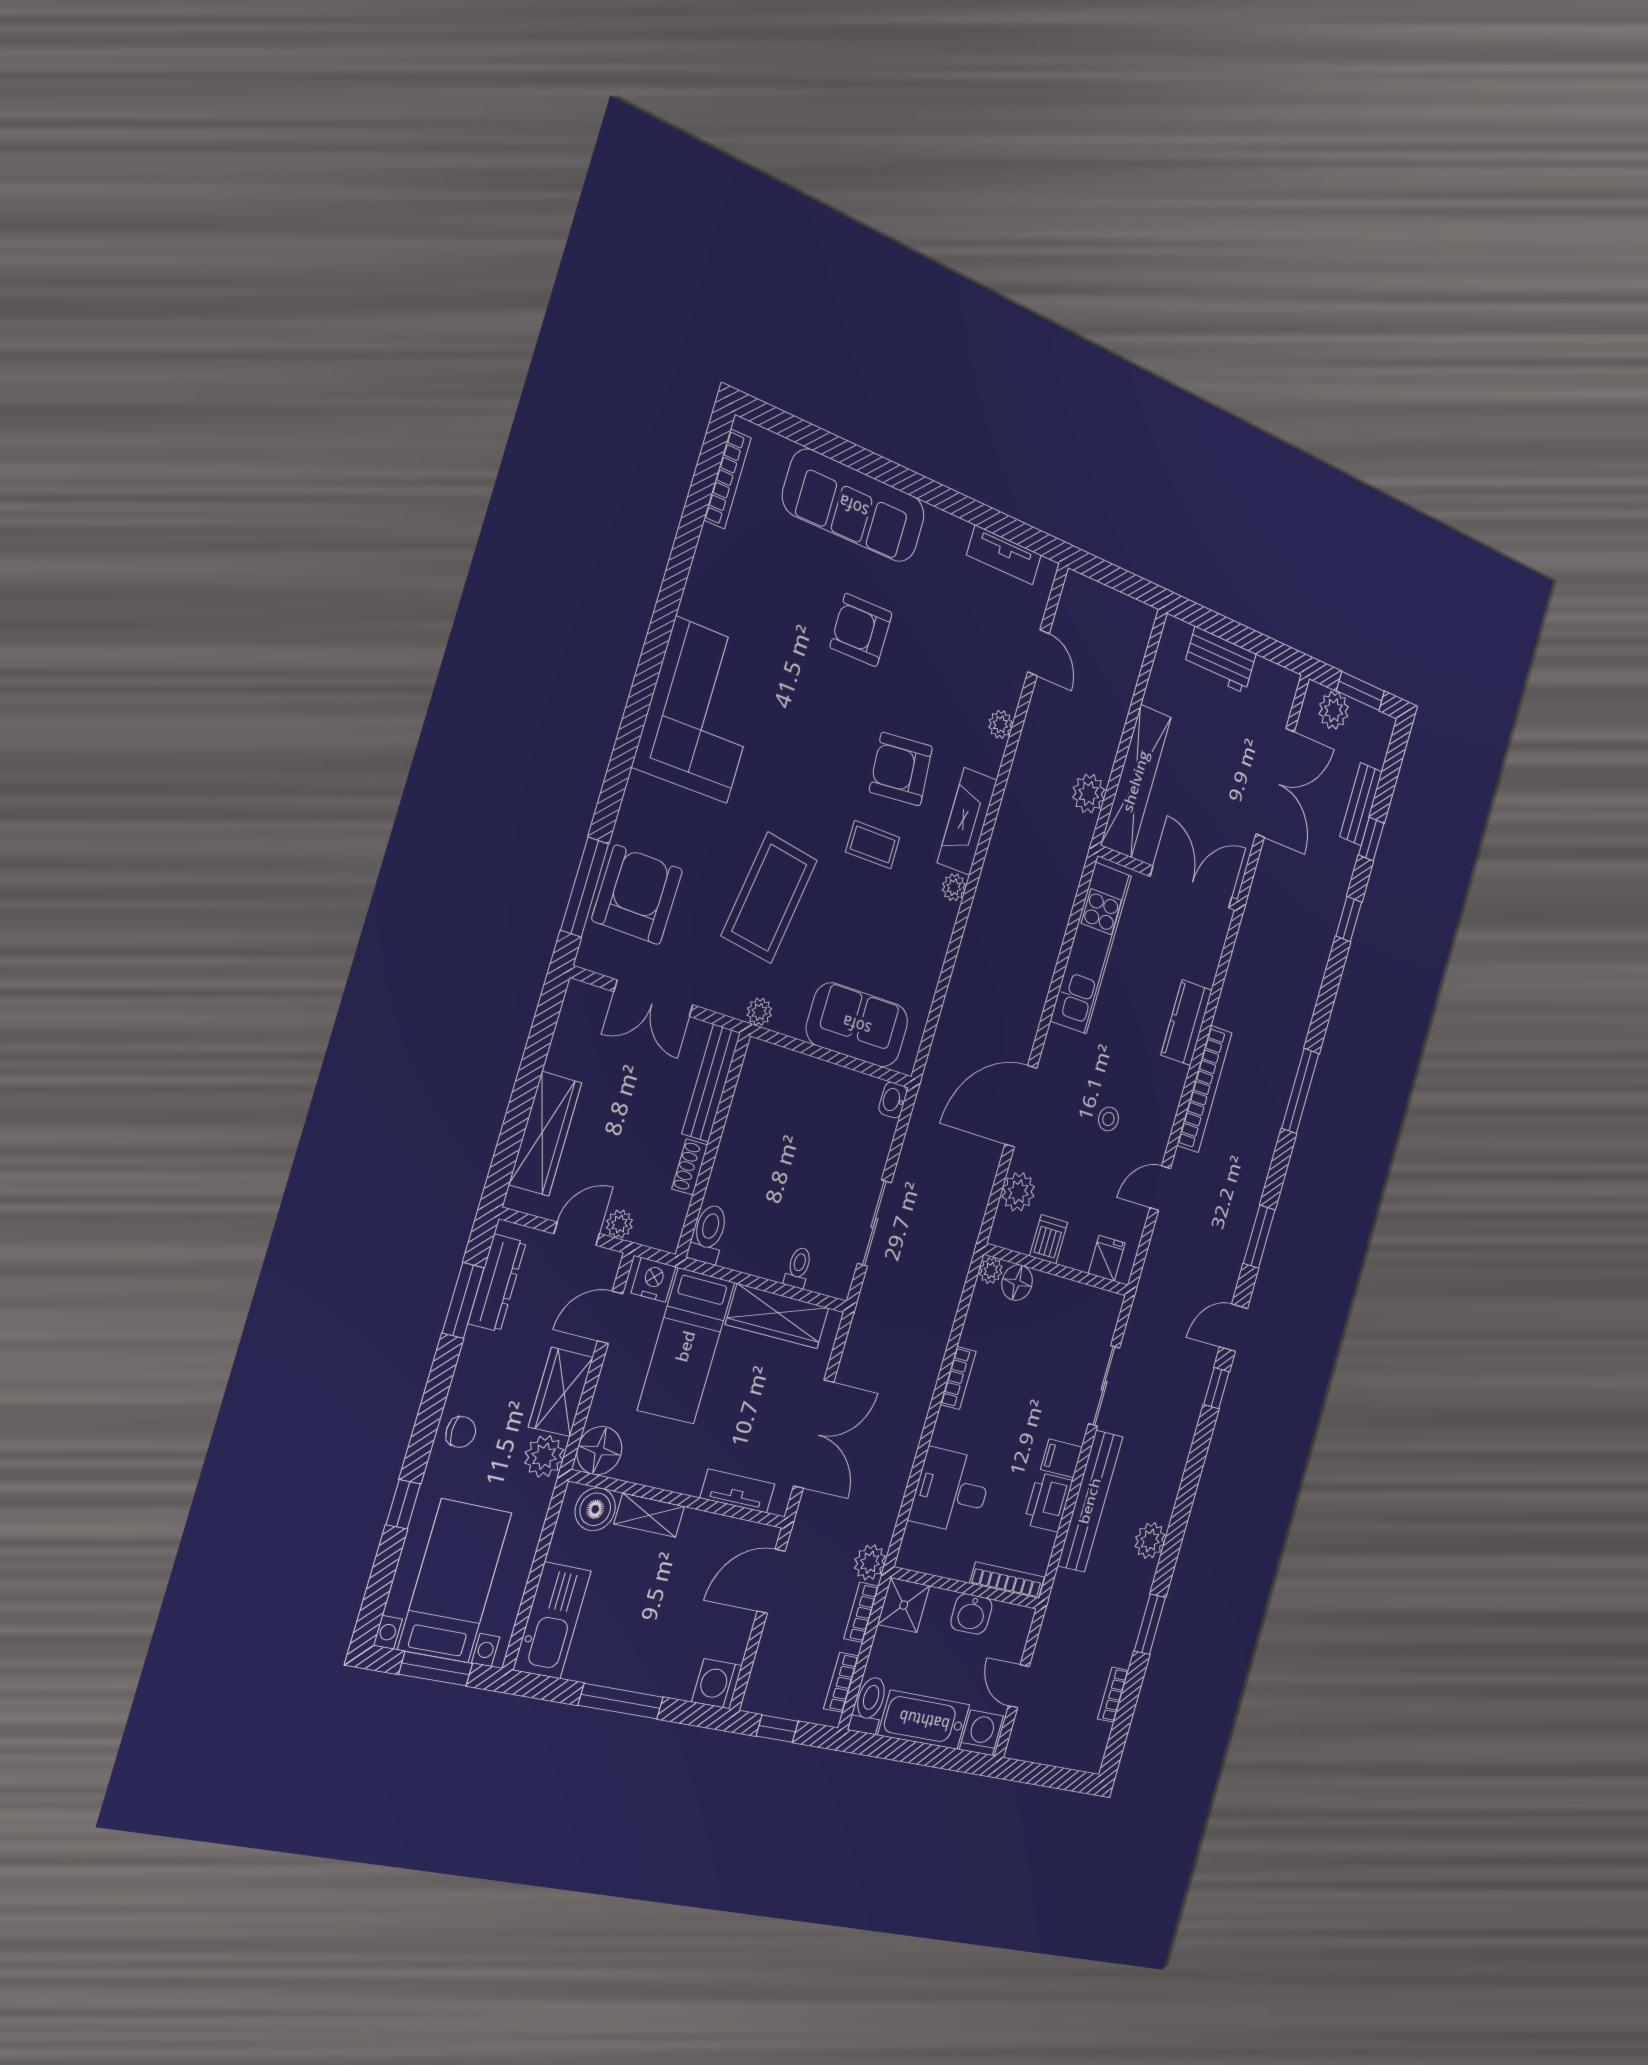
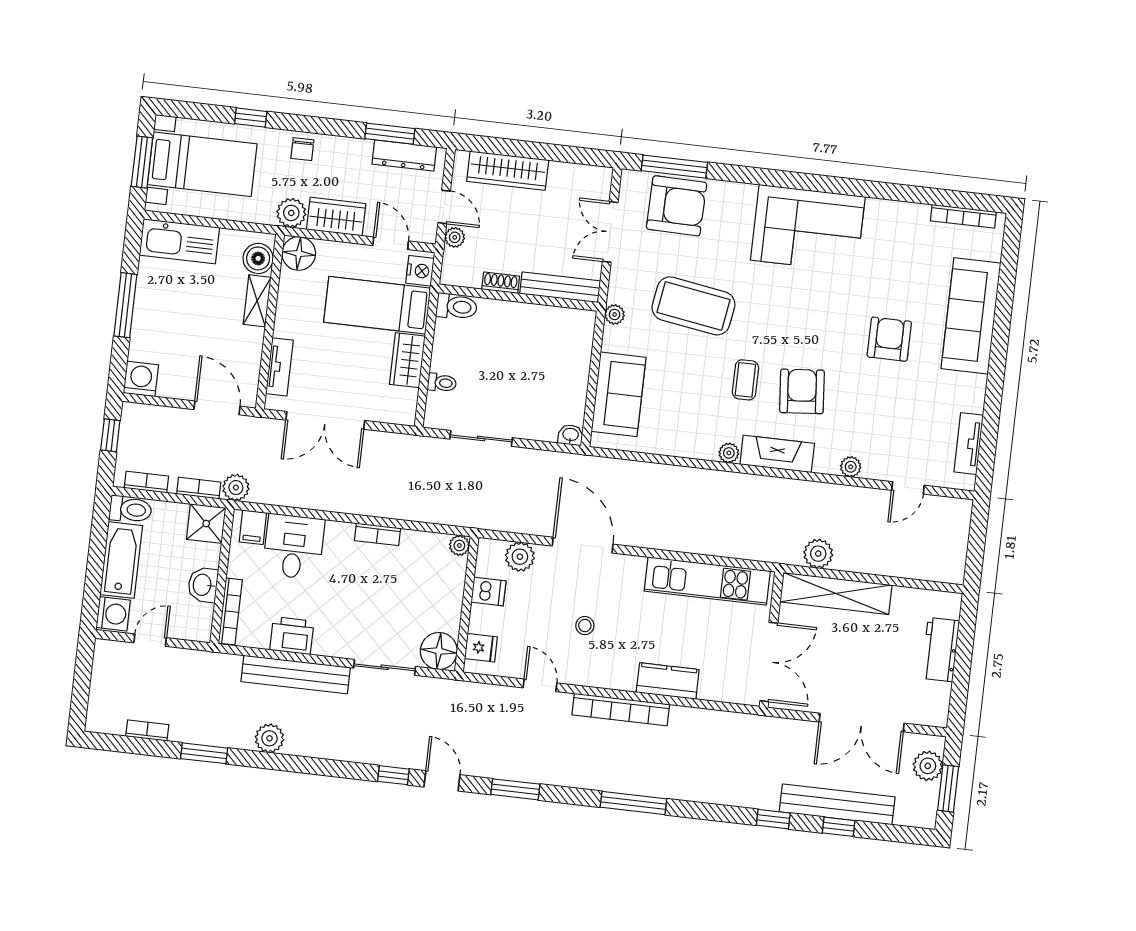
bench: (1361, 804) -> (837, 804), width x1.86, depth x1.21
floor lamp: (1017, 1283) -> (439, 651), moved, width x1.38, depth x1.38
wardrobe: (777, 1316) -> (407, 360), width x0.67
filing cabinet: (1061, 1458) -> (253, 527), moved, turned 180

